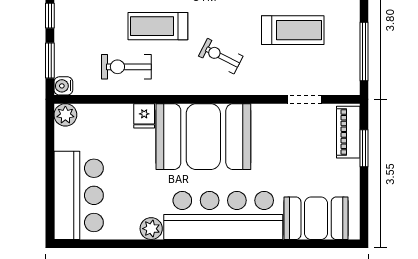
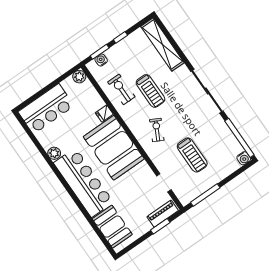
treadmill: (158, 26) -> (150, 91), turned 180
water cooler: (63, 86) -> (101, 60), moved

